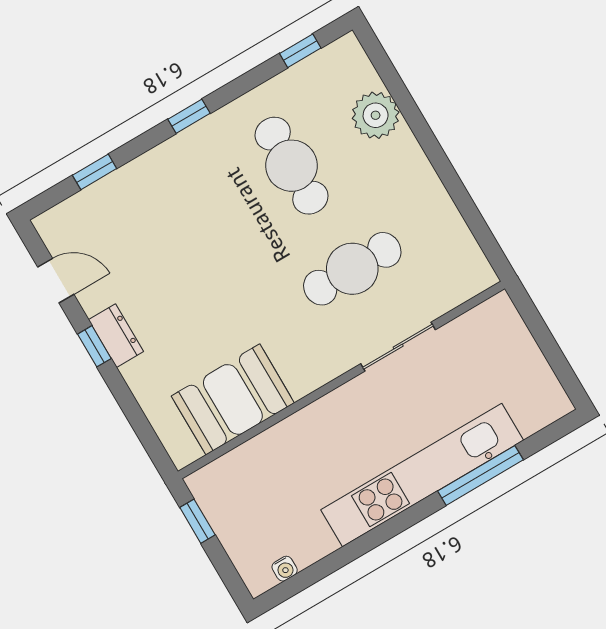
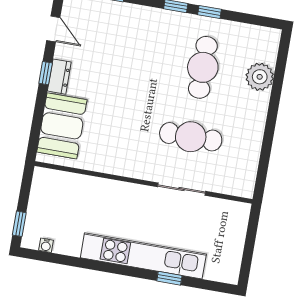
window: (300, 51) -> (209, 12), moved
booth: (233, 399) -> (62, 126), moved, turned 90
window: (481, 475) -> (169, 278), width x0.46
window: (197, 521) -> (19, 224), moved

